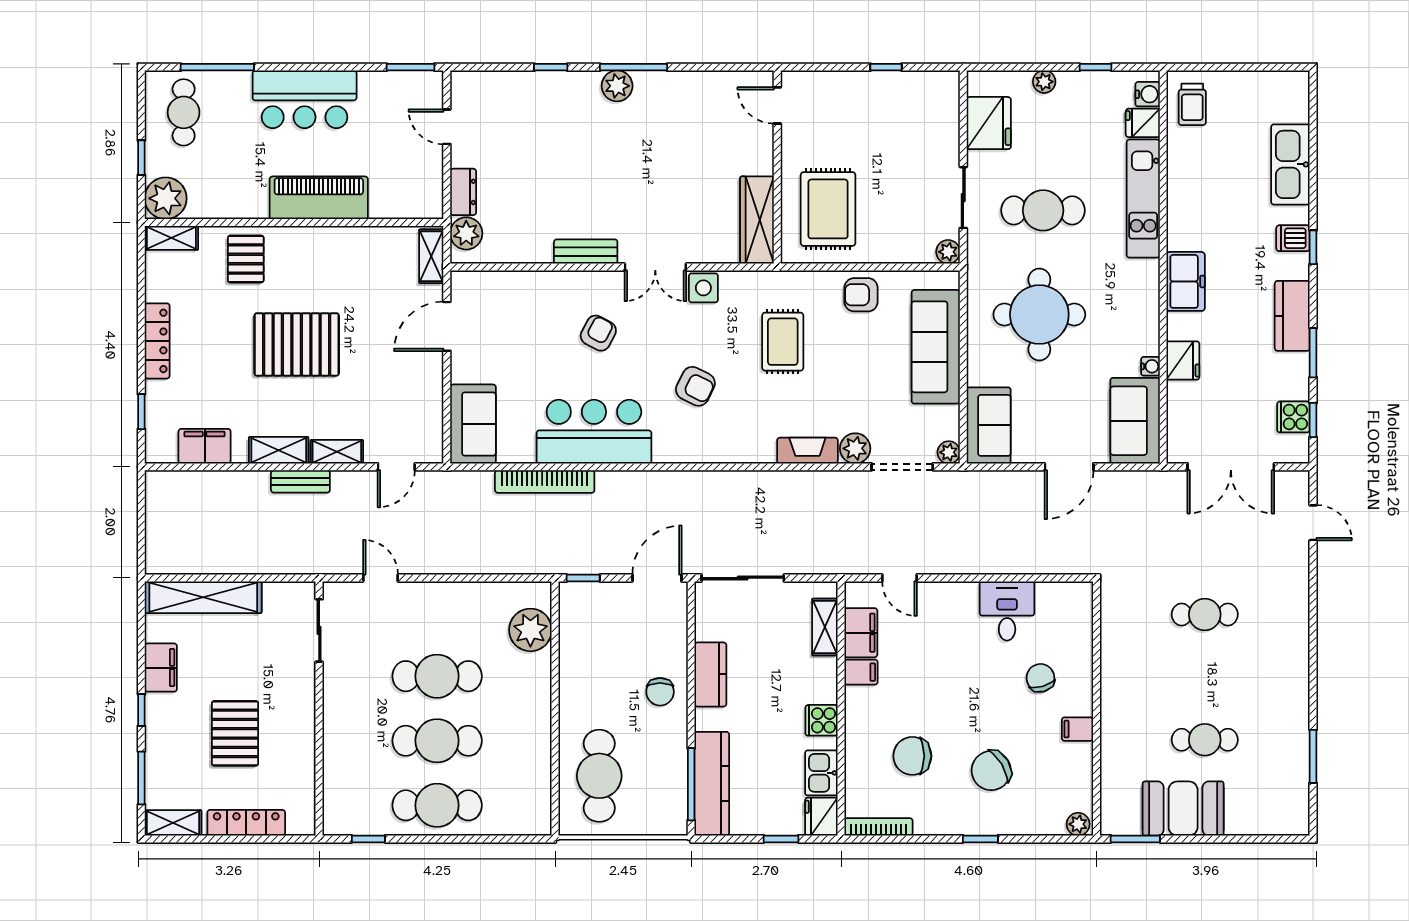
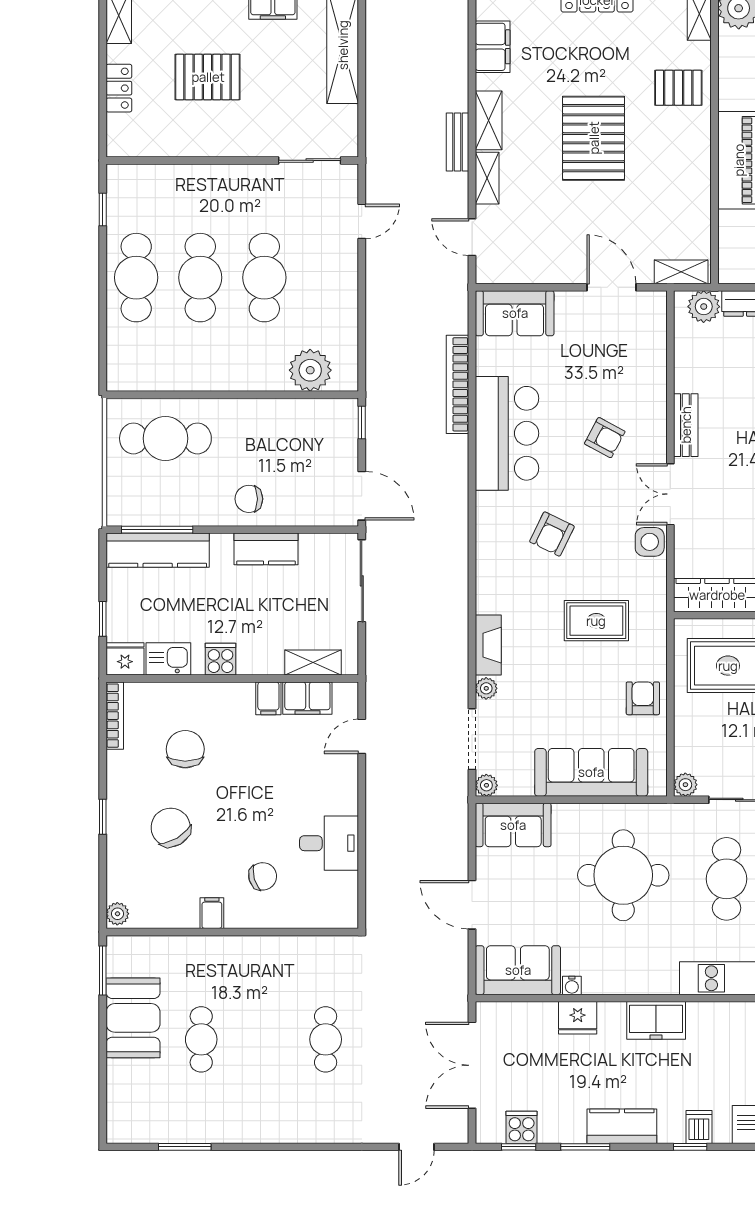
plant: (855, 448) -> (486, 688), width x0.73, depth x0.73
locker: (246, 823) -> (119, 88), width x0.66

